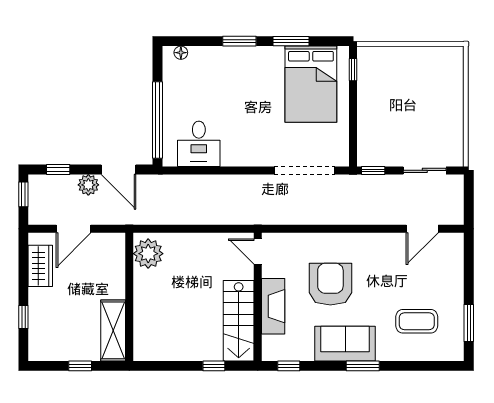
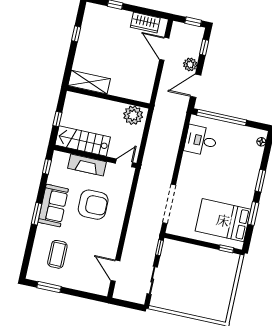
plant: (148, 254) -> (133, 115), moved
wall: (129, 297) -> (108, 97), moved
shelving: (113, 330) -> (89, 82), moved

